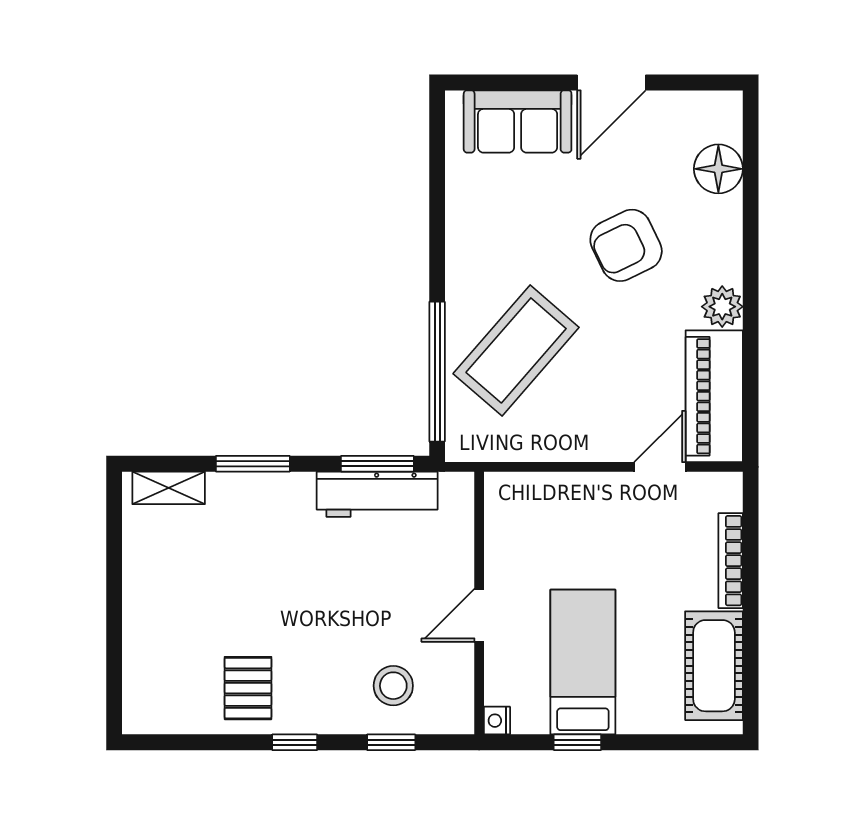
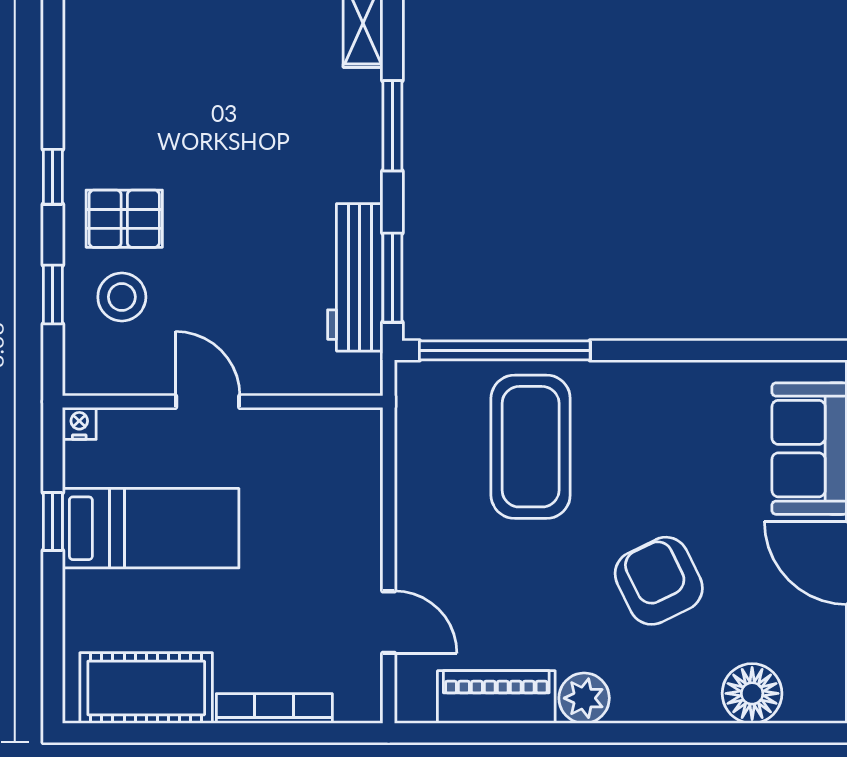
coffee table: (516, 350) -> (531, 447), turned 49
piano: (714, 396) -> (496, 697), width x0.73, depth x0.75
pallet: (248, 688) -> (124, 219), moved

